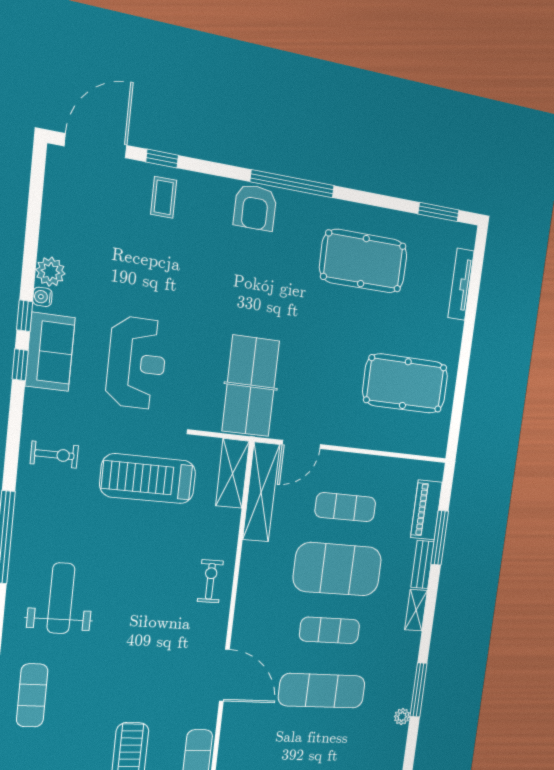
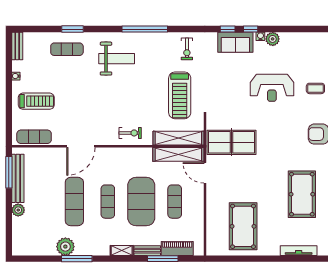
reception desk: (137, 363) -> (272, 88), moved
shelving: (233, 473) -> (178, 138), width x1.47
treadmill: (148, 479) -> (180, 95), turned 180
plant: (402, 717) -> (65, 247), width x1.88, depth x1.88

